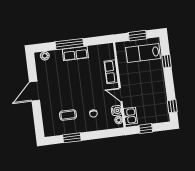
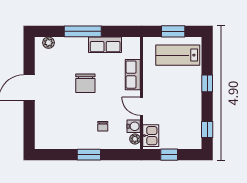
row of seats: (75, 54) -> (105, 45), moved
window: (167, 61) -> (207, 83), moved
chair: (76, 83) -> (85, 83), added
coffee table: (68, 115) -> (69, 124), removed
window: (72, 138) -> (89, 155), moved

